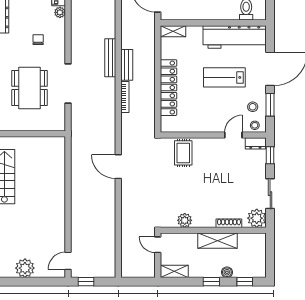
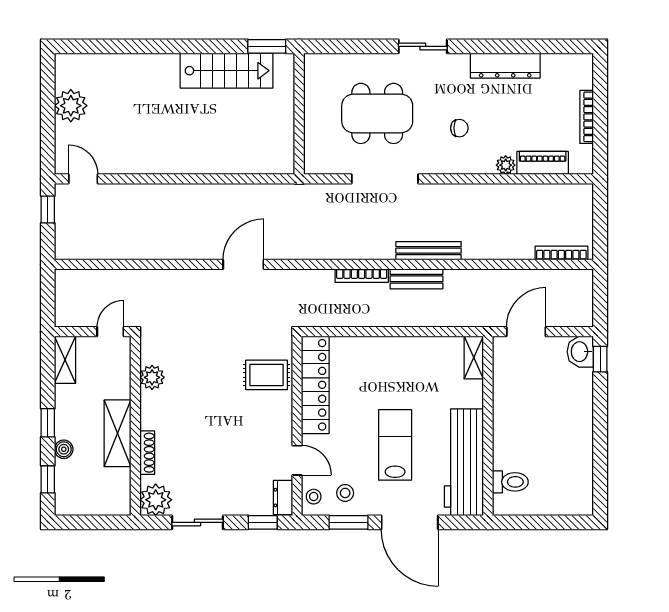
locker: (169, 88) -> (315, 385), moved, turned -90

